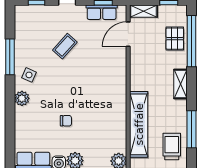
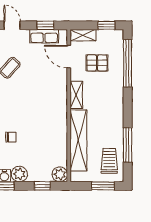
door: (128, 34) -> (69, 57), hinge flipped
pallet: (175, 39) -> (97, 63), moved, turned 90
shelving: (180, 84) -> (76, 95), moved

